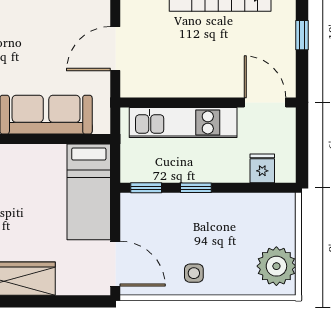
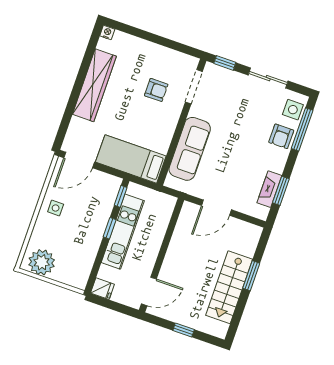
door: (115, 49) -> (216, 208), swing flipped
kitchen unit: (183, 122) -> (123, 232), moved, turned 180
fridge: (262, 168) -> (102, 289), moved

